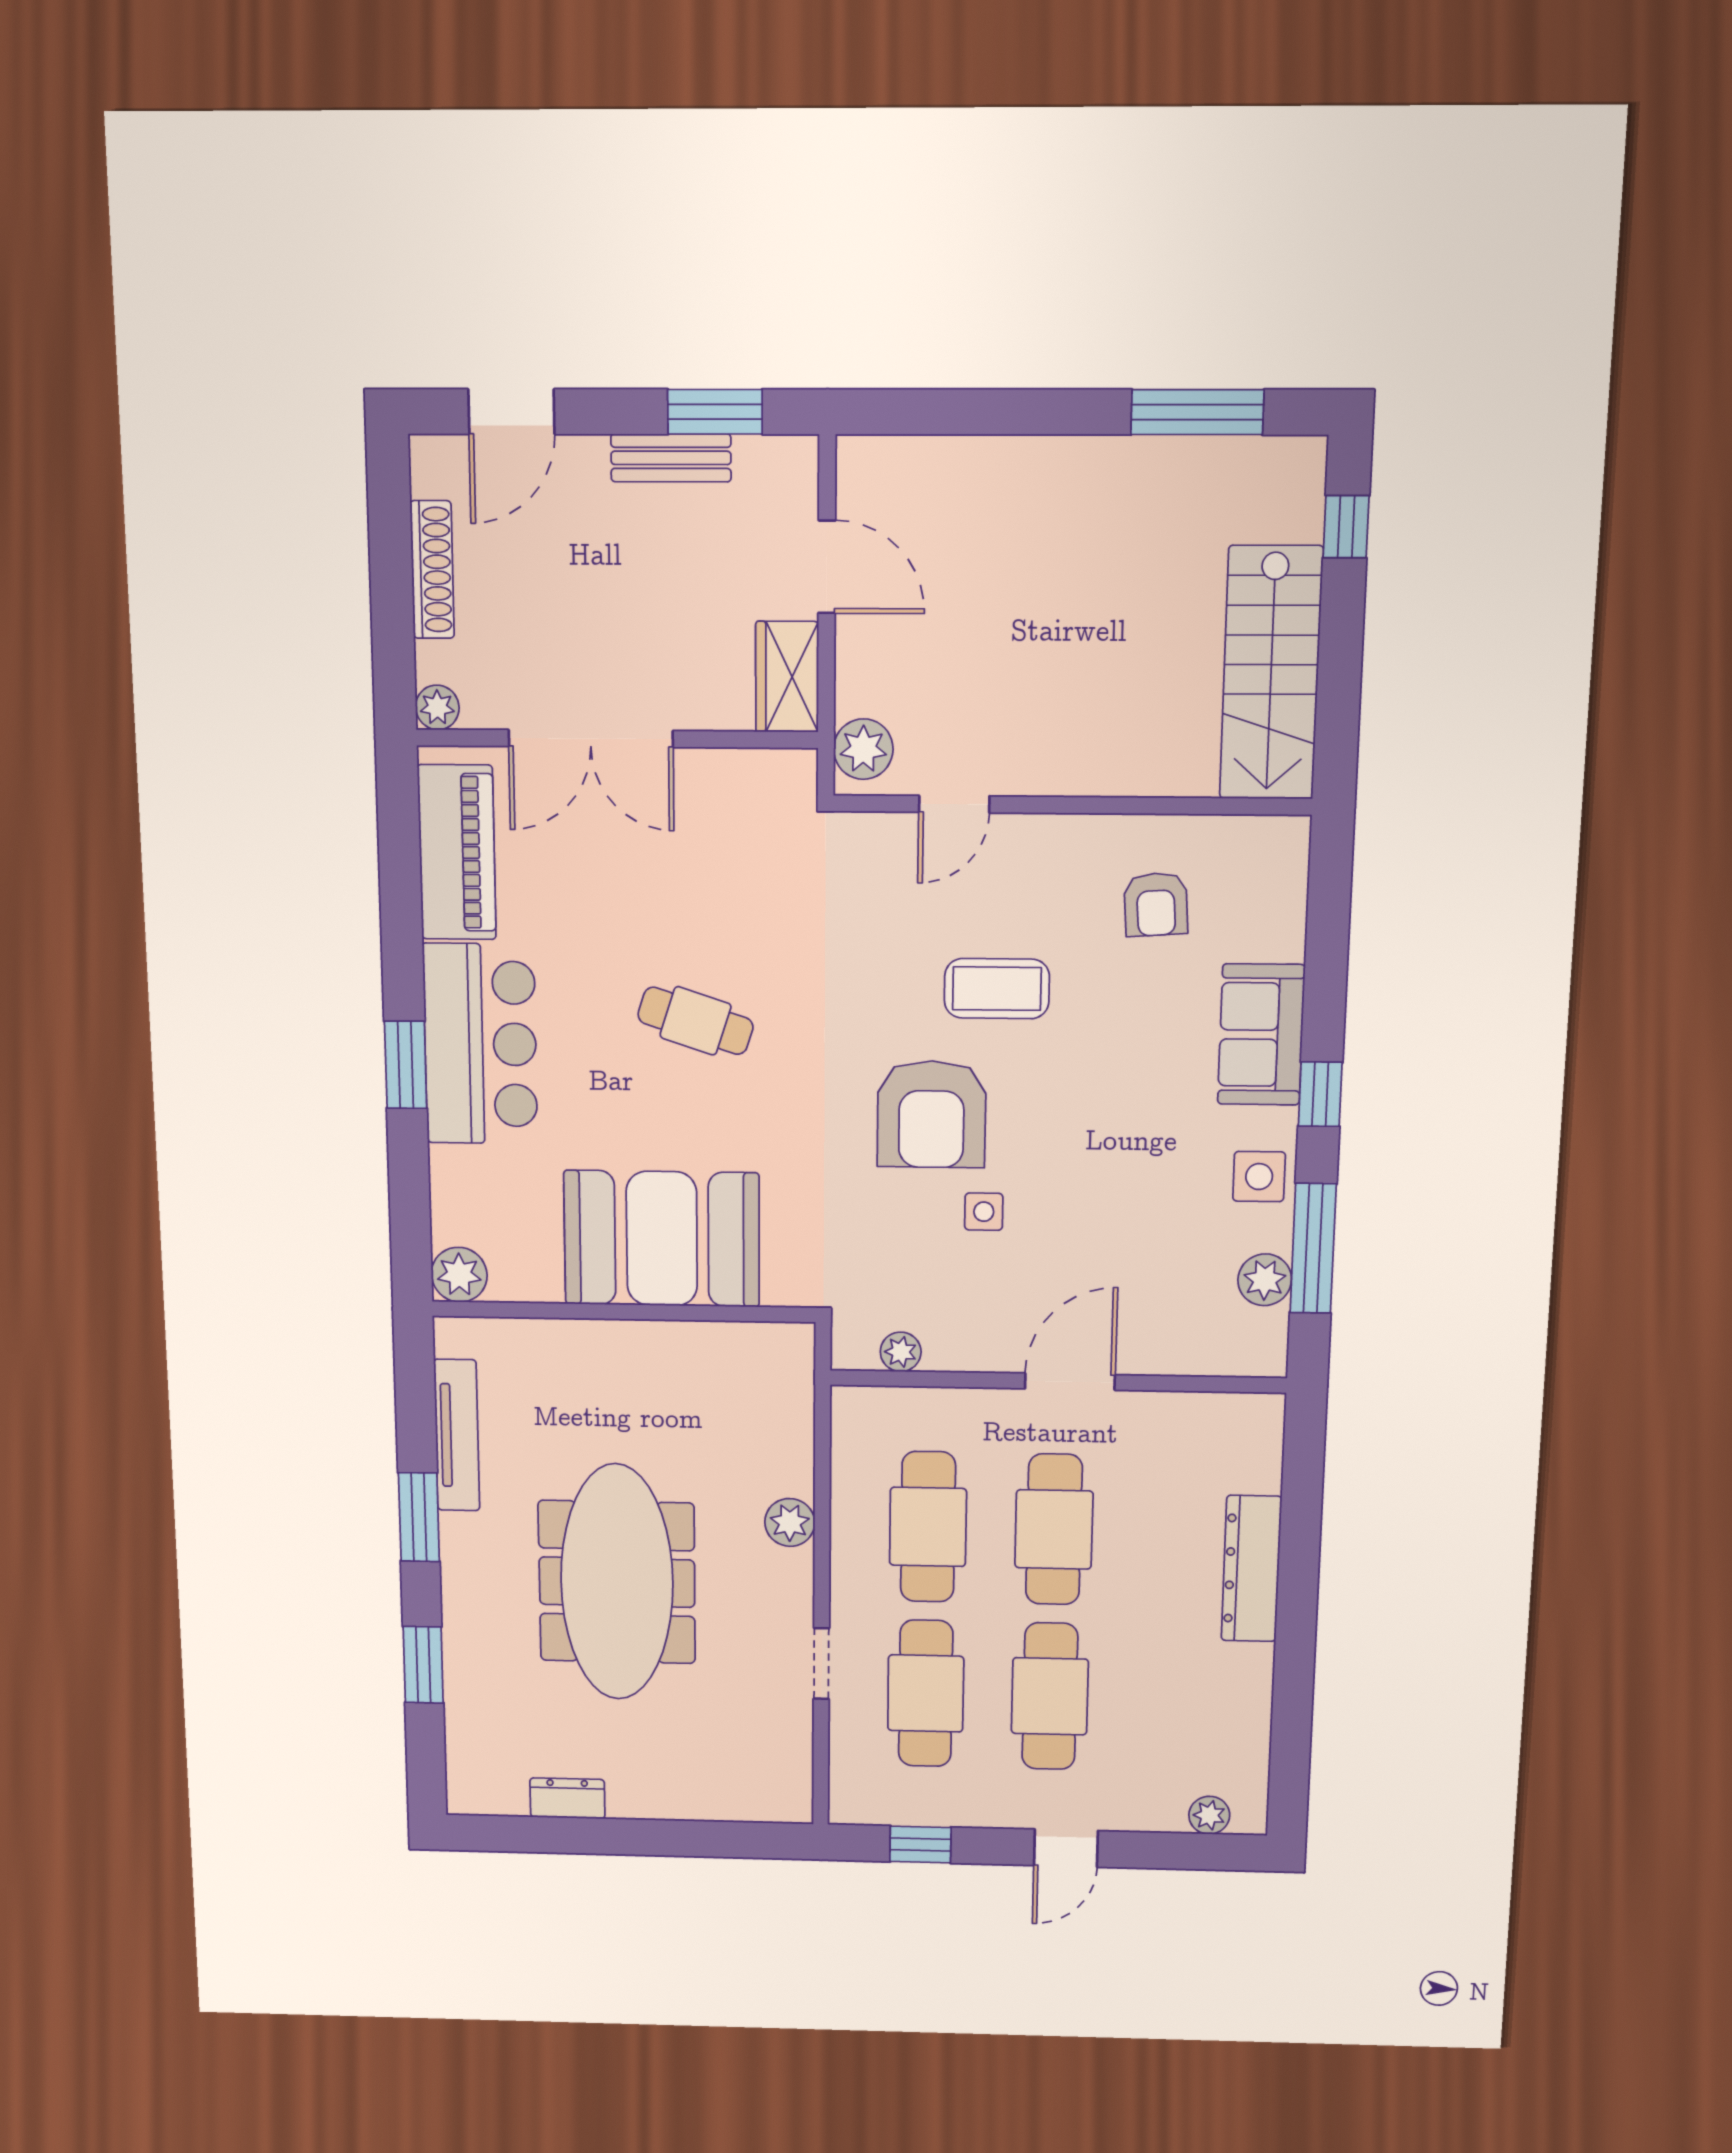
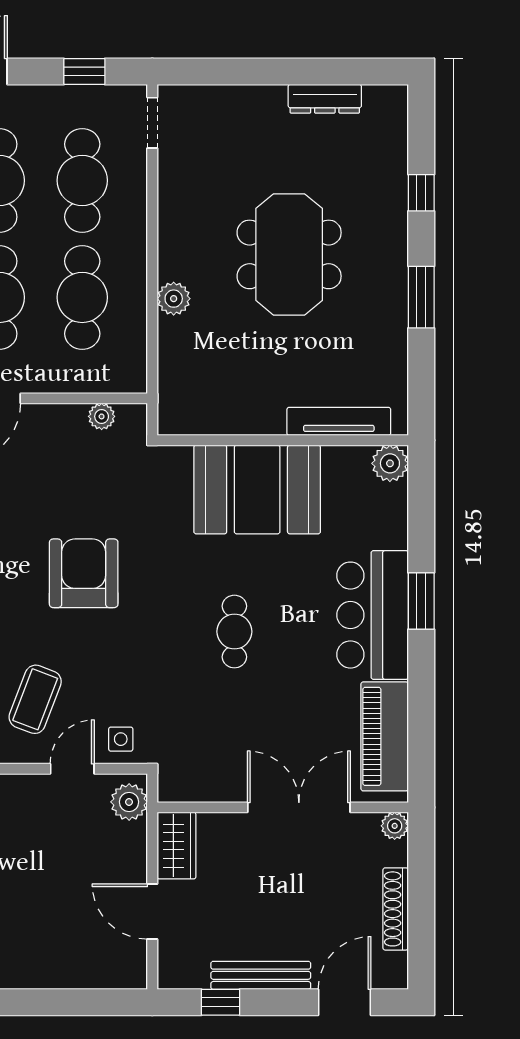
window: (715, 412) -> (220, 1002), width x0.67
bench: (671, 458) -> (261, 975), width x1.36
coffee table: (997, 989) -> (35, 699), moved, turned -69
cafe table: (695, 1021) -> (234, 632), turned 72
side table: (984, 1212) -> (121, 739), moved
tv unit: (457, 1435) -> (339, 421), moved, turned 90
meeting table: (617, 1582) -> (289, 254), width x0.73
doorway: (821, 1664) -> (152, 123), moved
window: (423, 1665) -> (421, 193), width x0.67
dresser: (567, 1798) -> (325, 99), width x1.44

